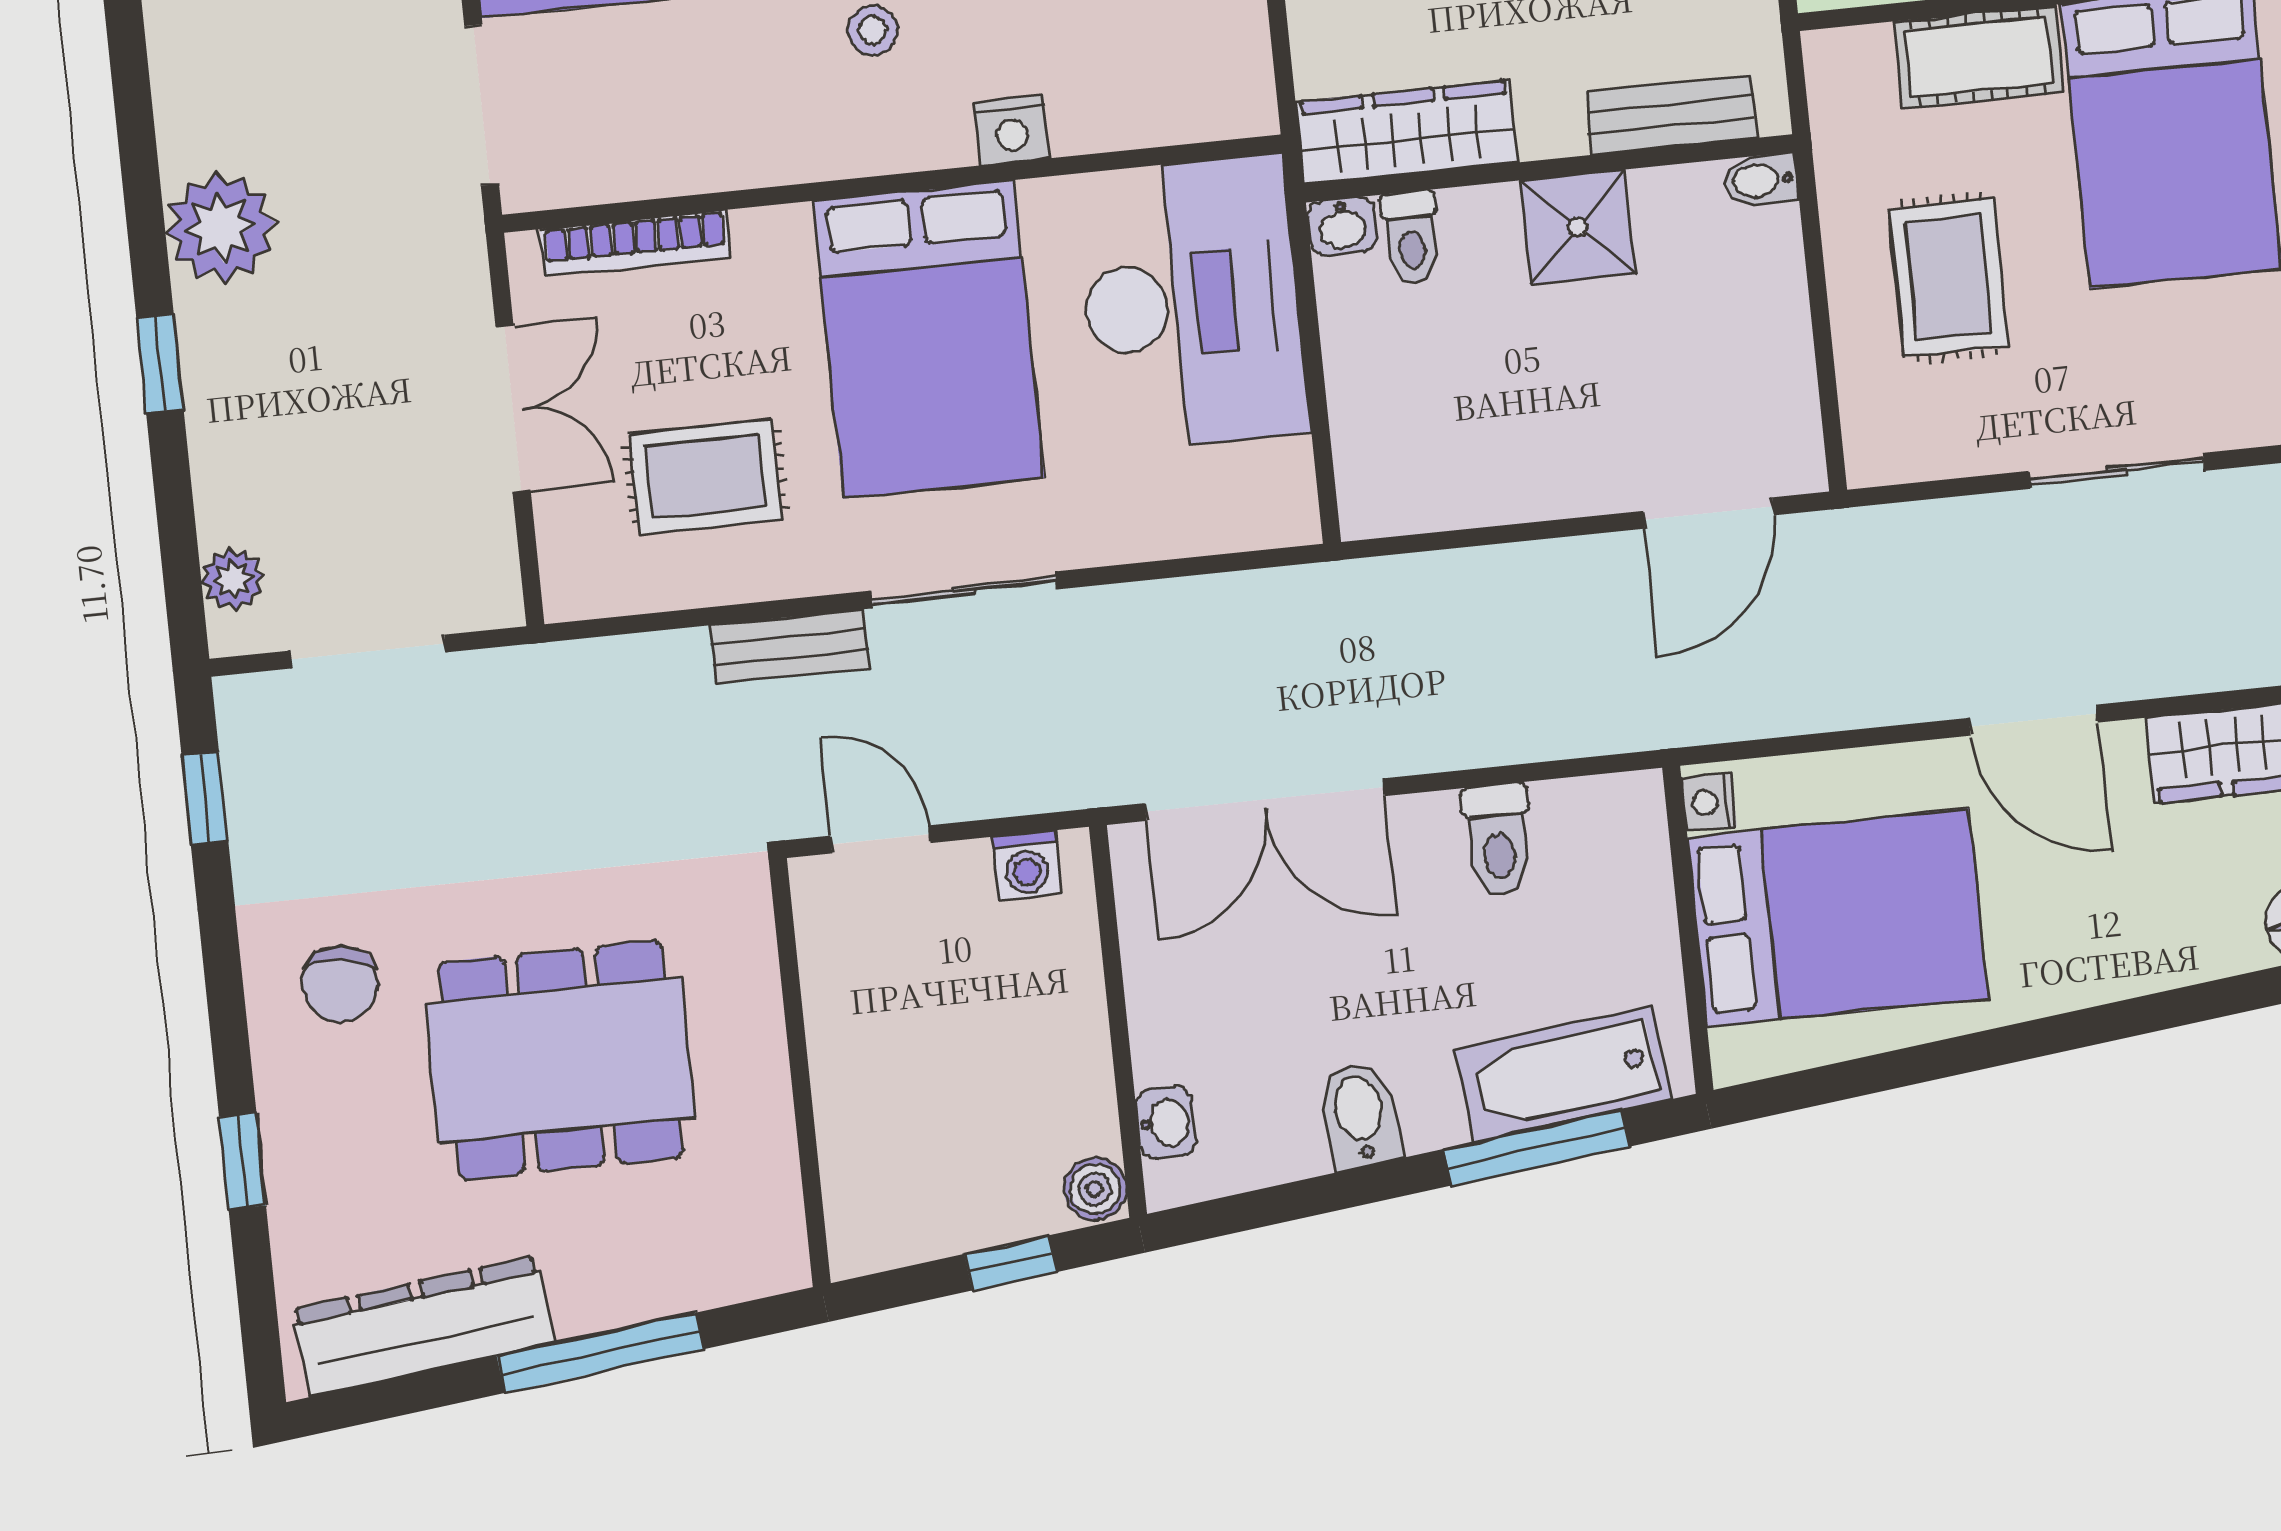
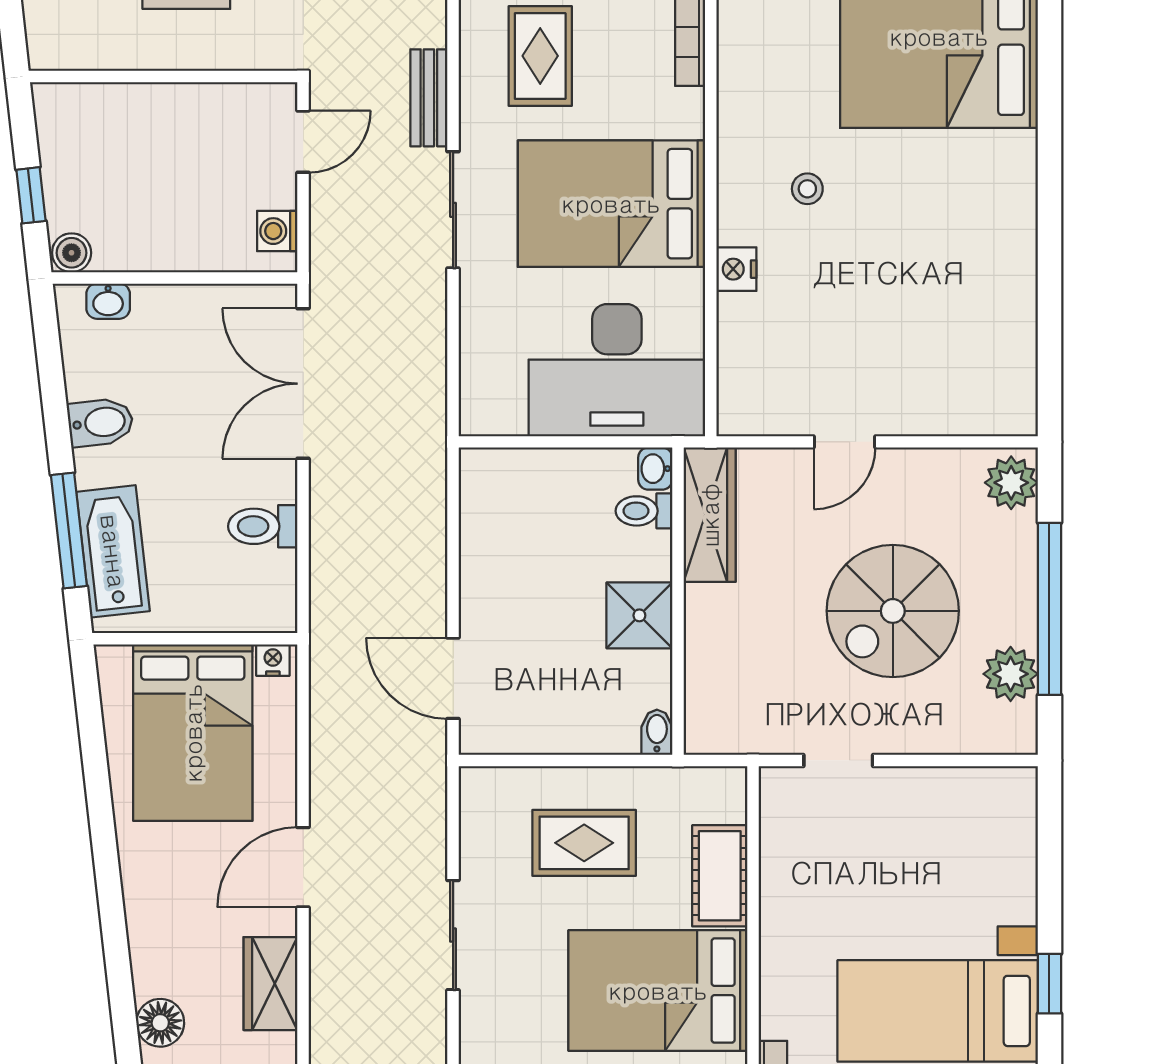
bench: (1672, 115) -> (703, 681), removed

